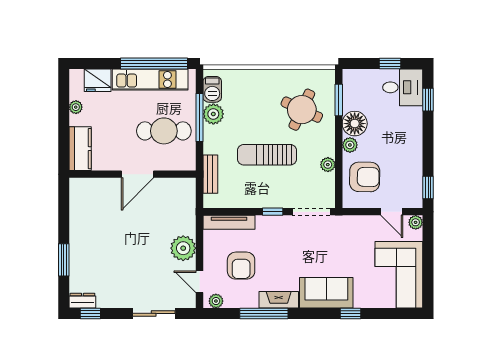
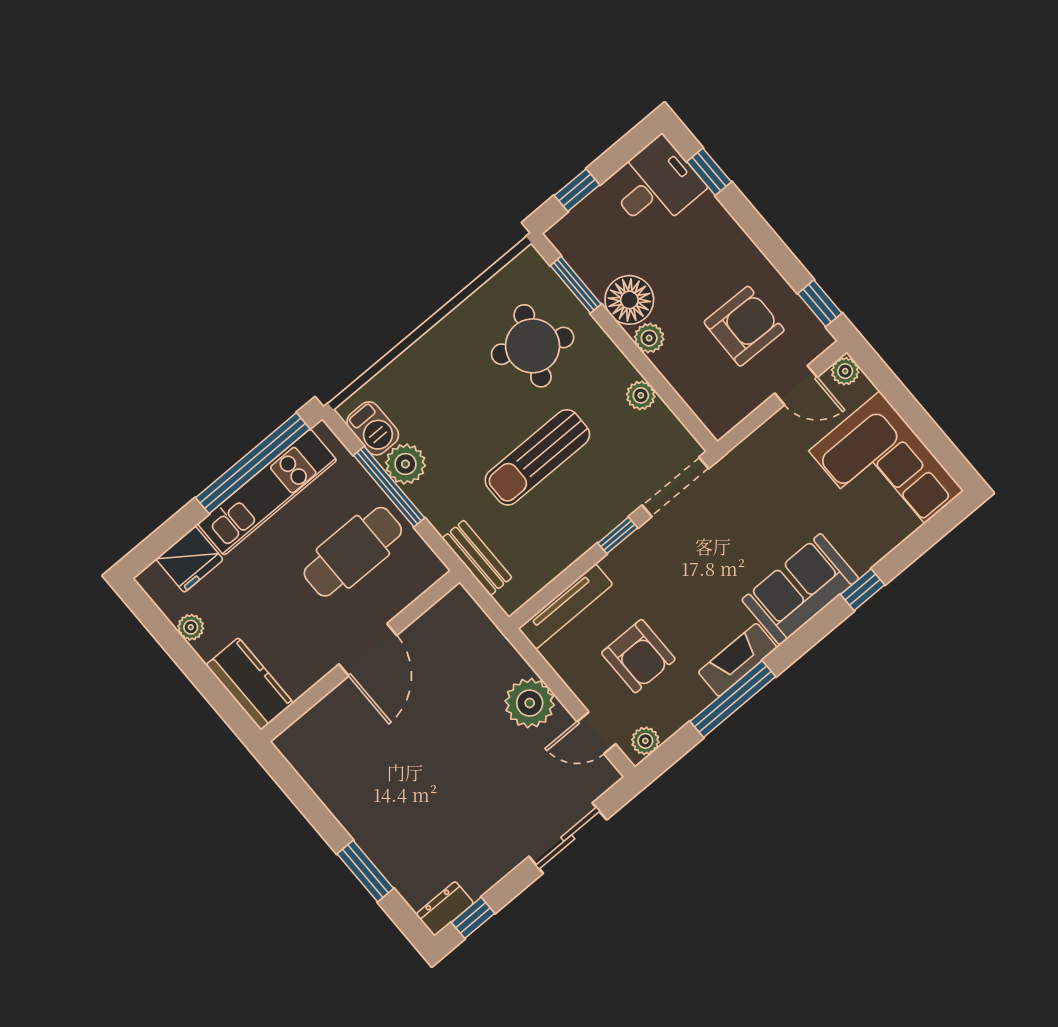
window: (390, 63) -> (577, 190), moved
armchair: (365, 177) -> (744, 326), moved

